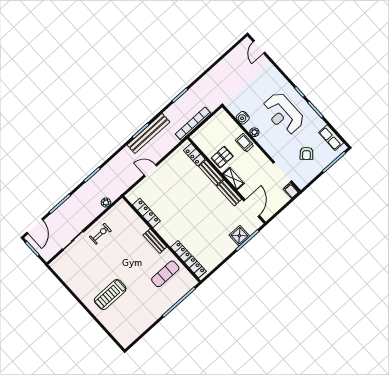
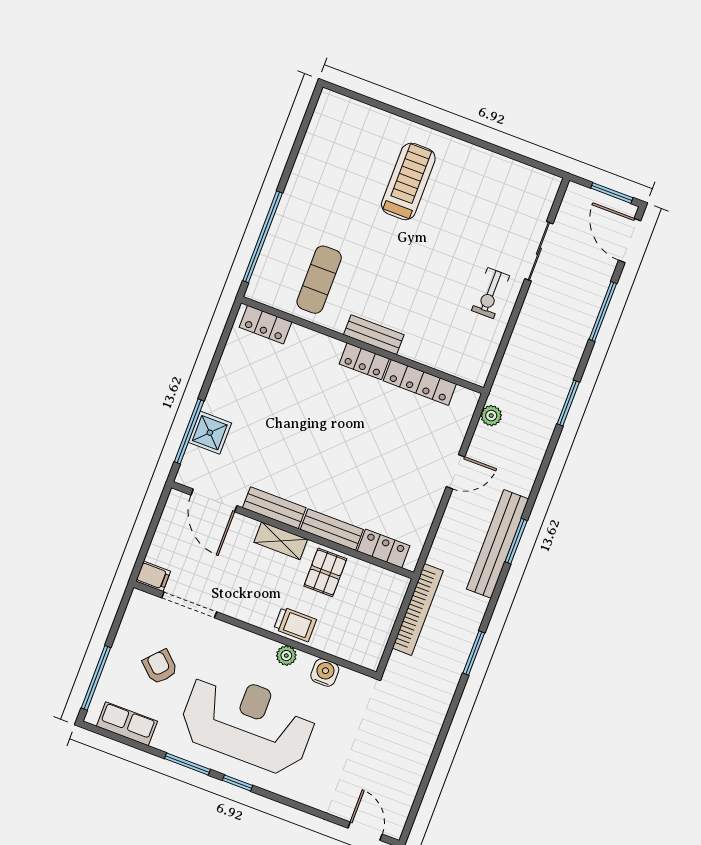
reception desk: (283, 114) -> (248, 722), width x1.36, depth x1.30
plant: (106, 202) -> (491, 416), moved
locker: (181, 251) -> (364, 361), moved

